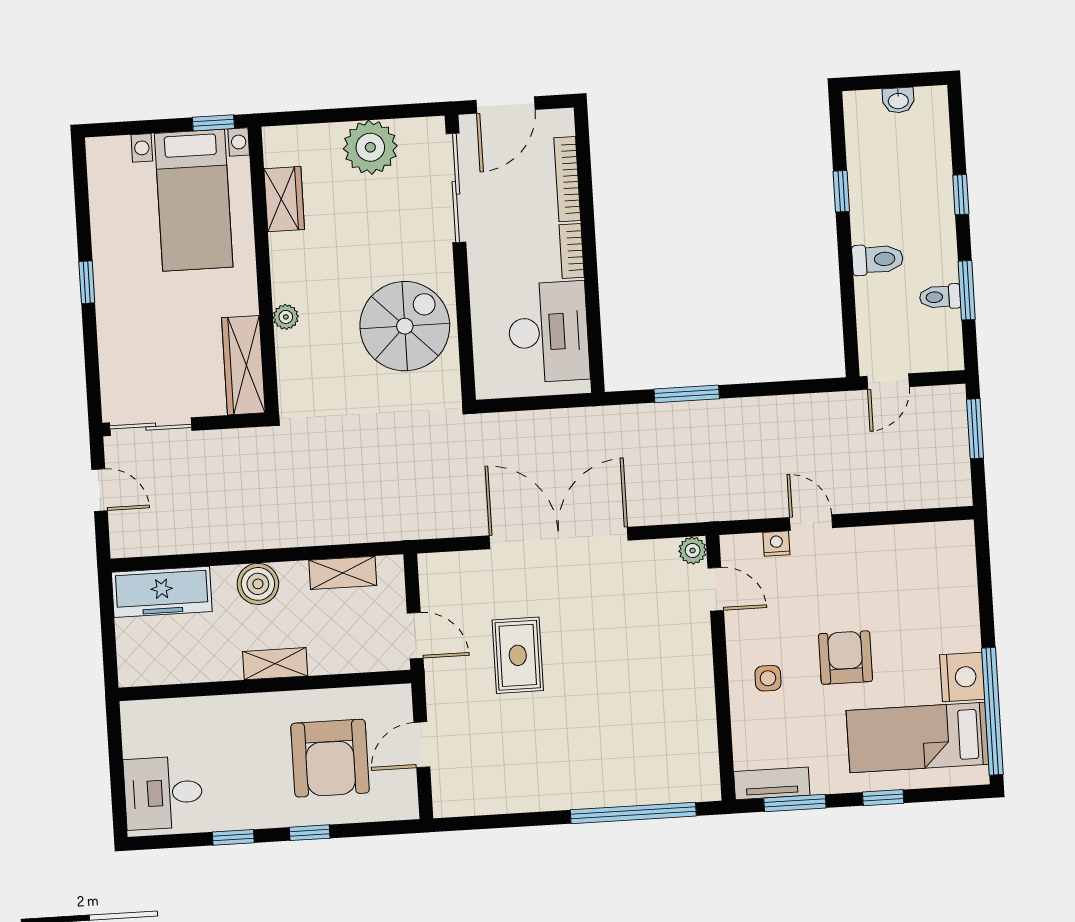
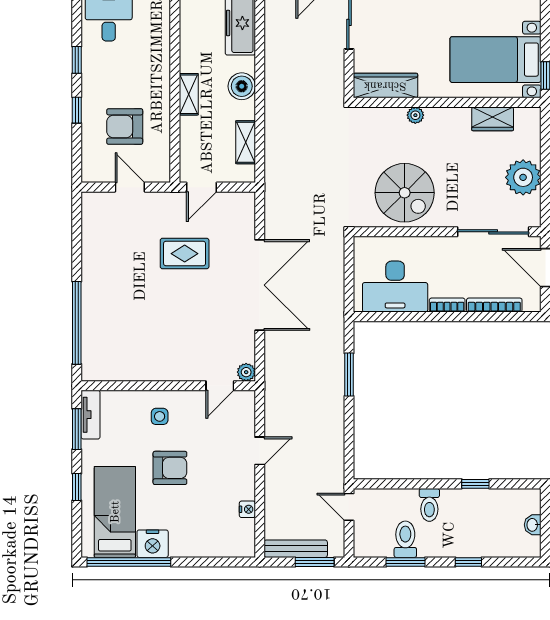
toilet: (940, 297) -> (405, 539), width x1.37, depth x1.39
bench: (957, 459) -> (296, 549), added
nightstand: (776, 544) -> (247, 509), moved
armchair: (330, 758) -> (125, 126), width x0.73, depth x0.73

